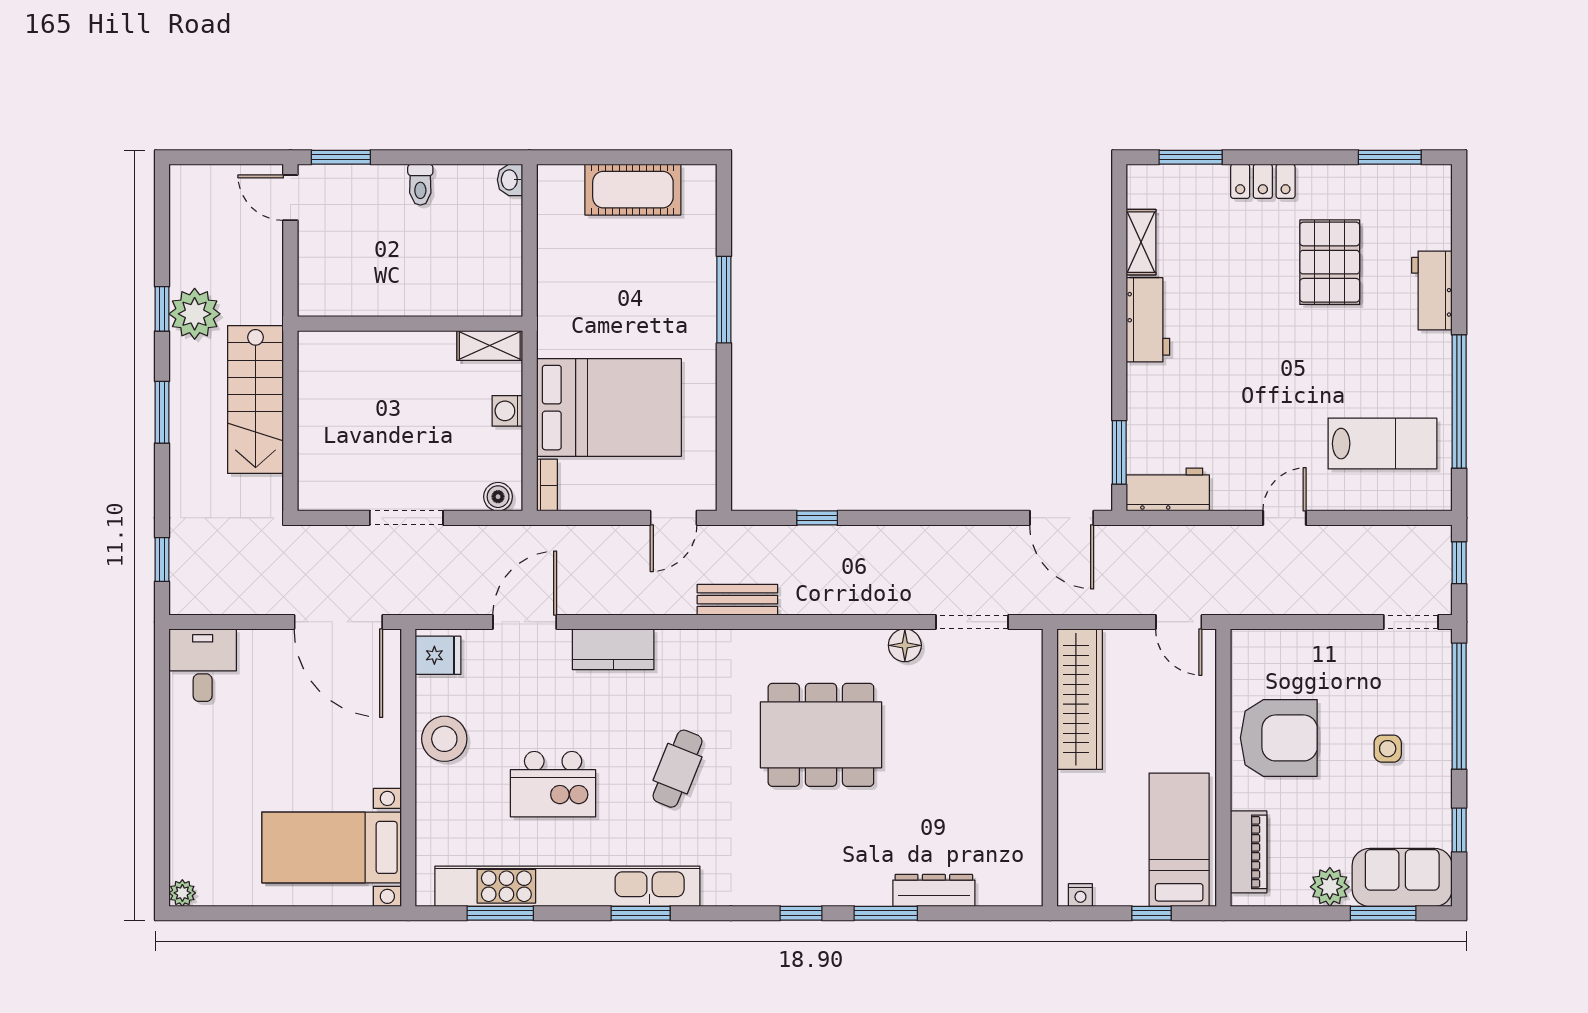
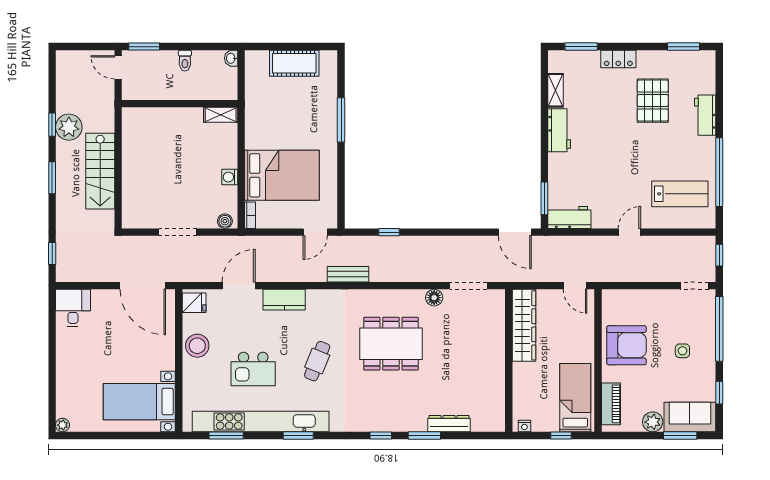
wall: (410, 324) -> (180, 104), moved
shelving: (490, 345) -> (221, 115), moved

